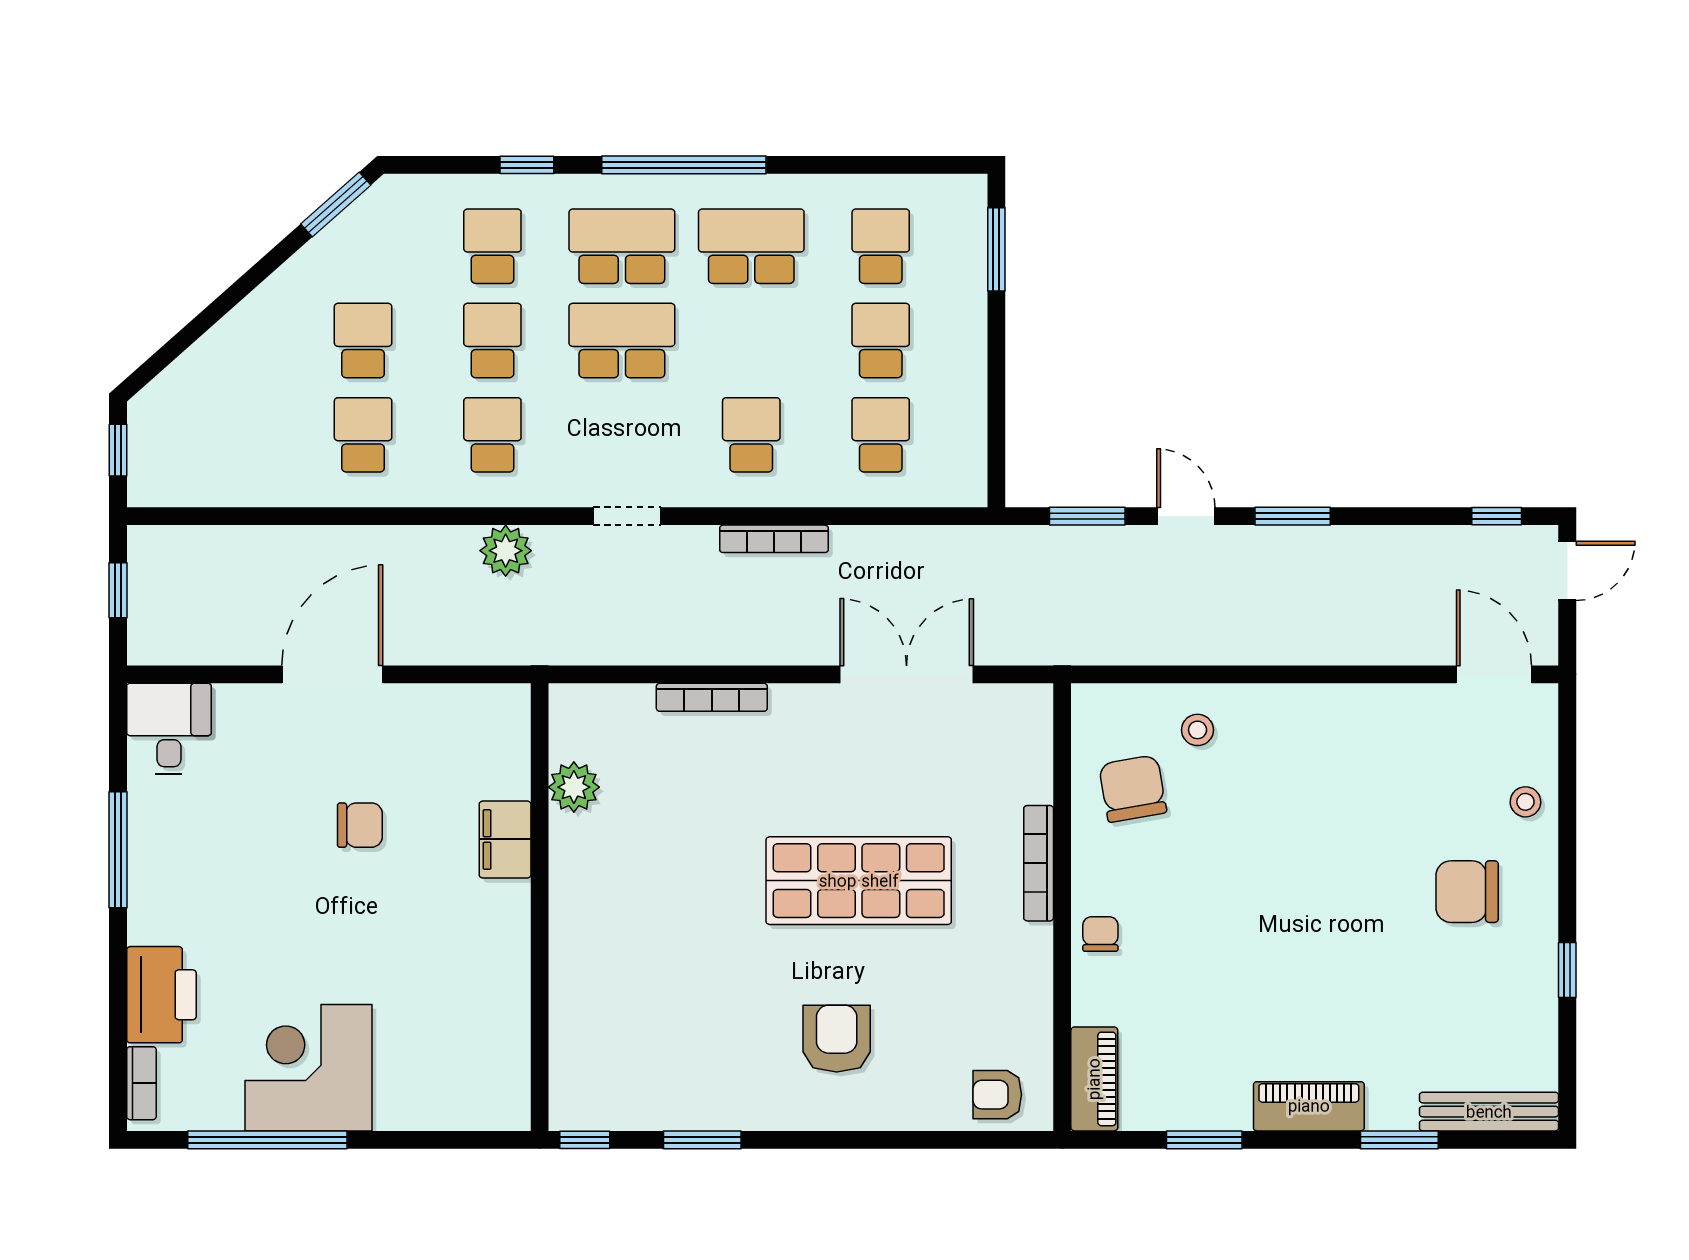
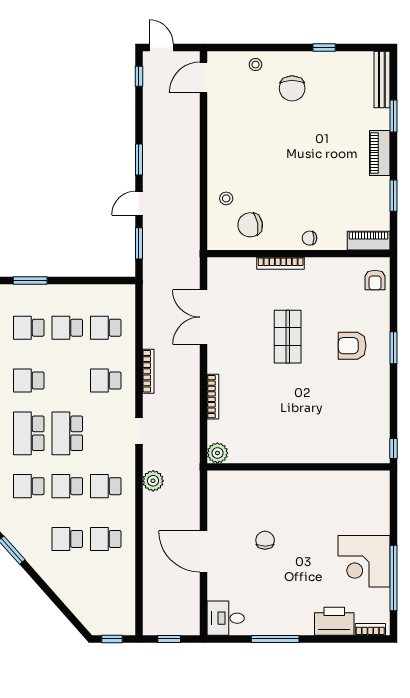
school desk: (751, 246) -> (29, 381), width x0.54
plant: (574, 787) -> (217, 453), moved
filing cabinet: (505, 839) -> (271, 481), removed
shop shelf: (859, 881) -> (288, 337), width x0.70, depth x0.74
window: (702, 1140) -> (393, 348), moved

